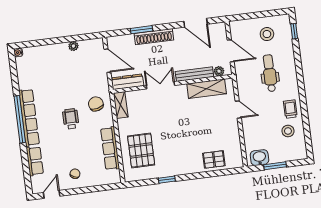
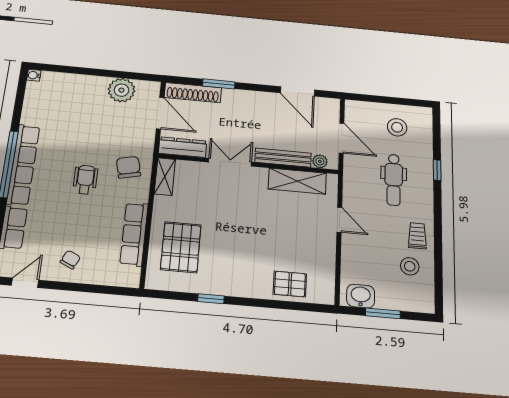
window: (294, 31) -> (437, 170), moved
shoe rack: (154, 37) -> (193, 93), moved
plant: (73, 46) -> (121, 90), width x1.87, depth x1.87
dental chair: (270, 73) -> (394, 180), turned 180

